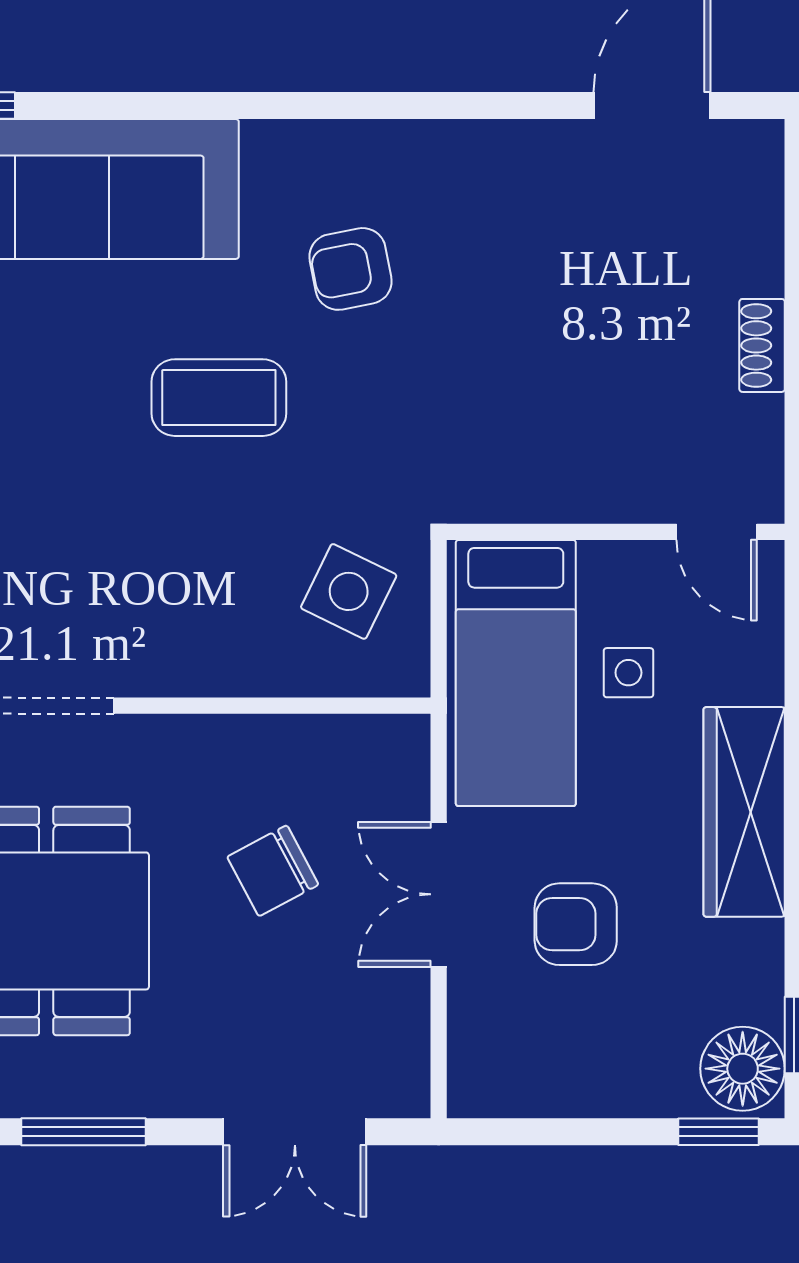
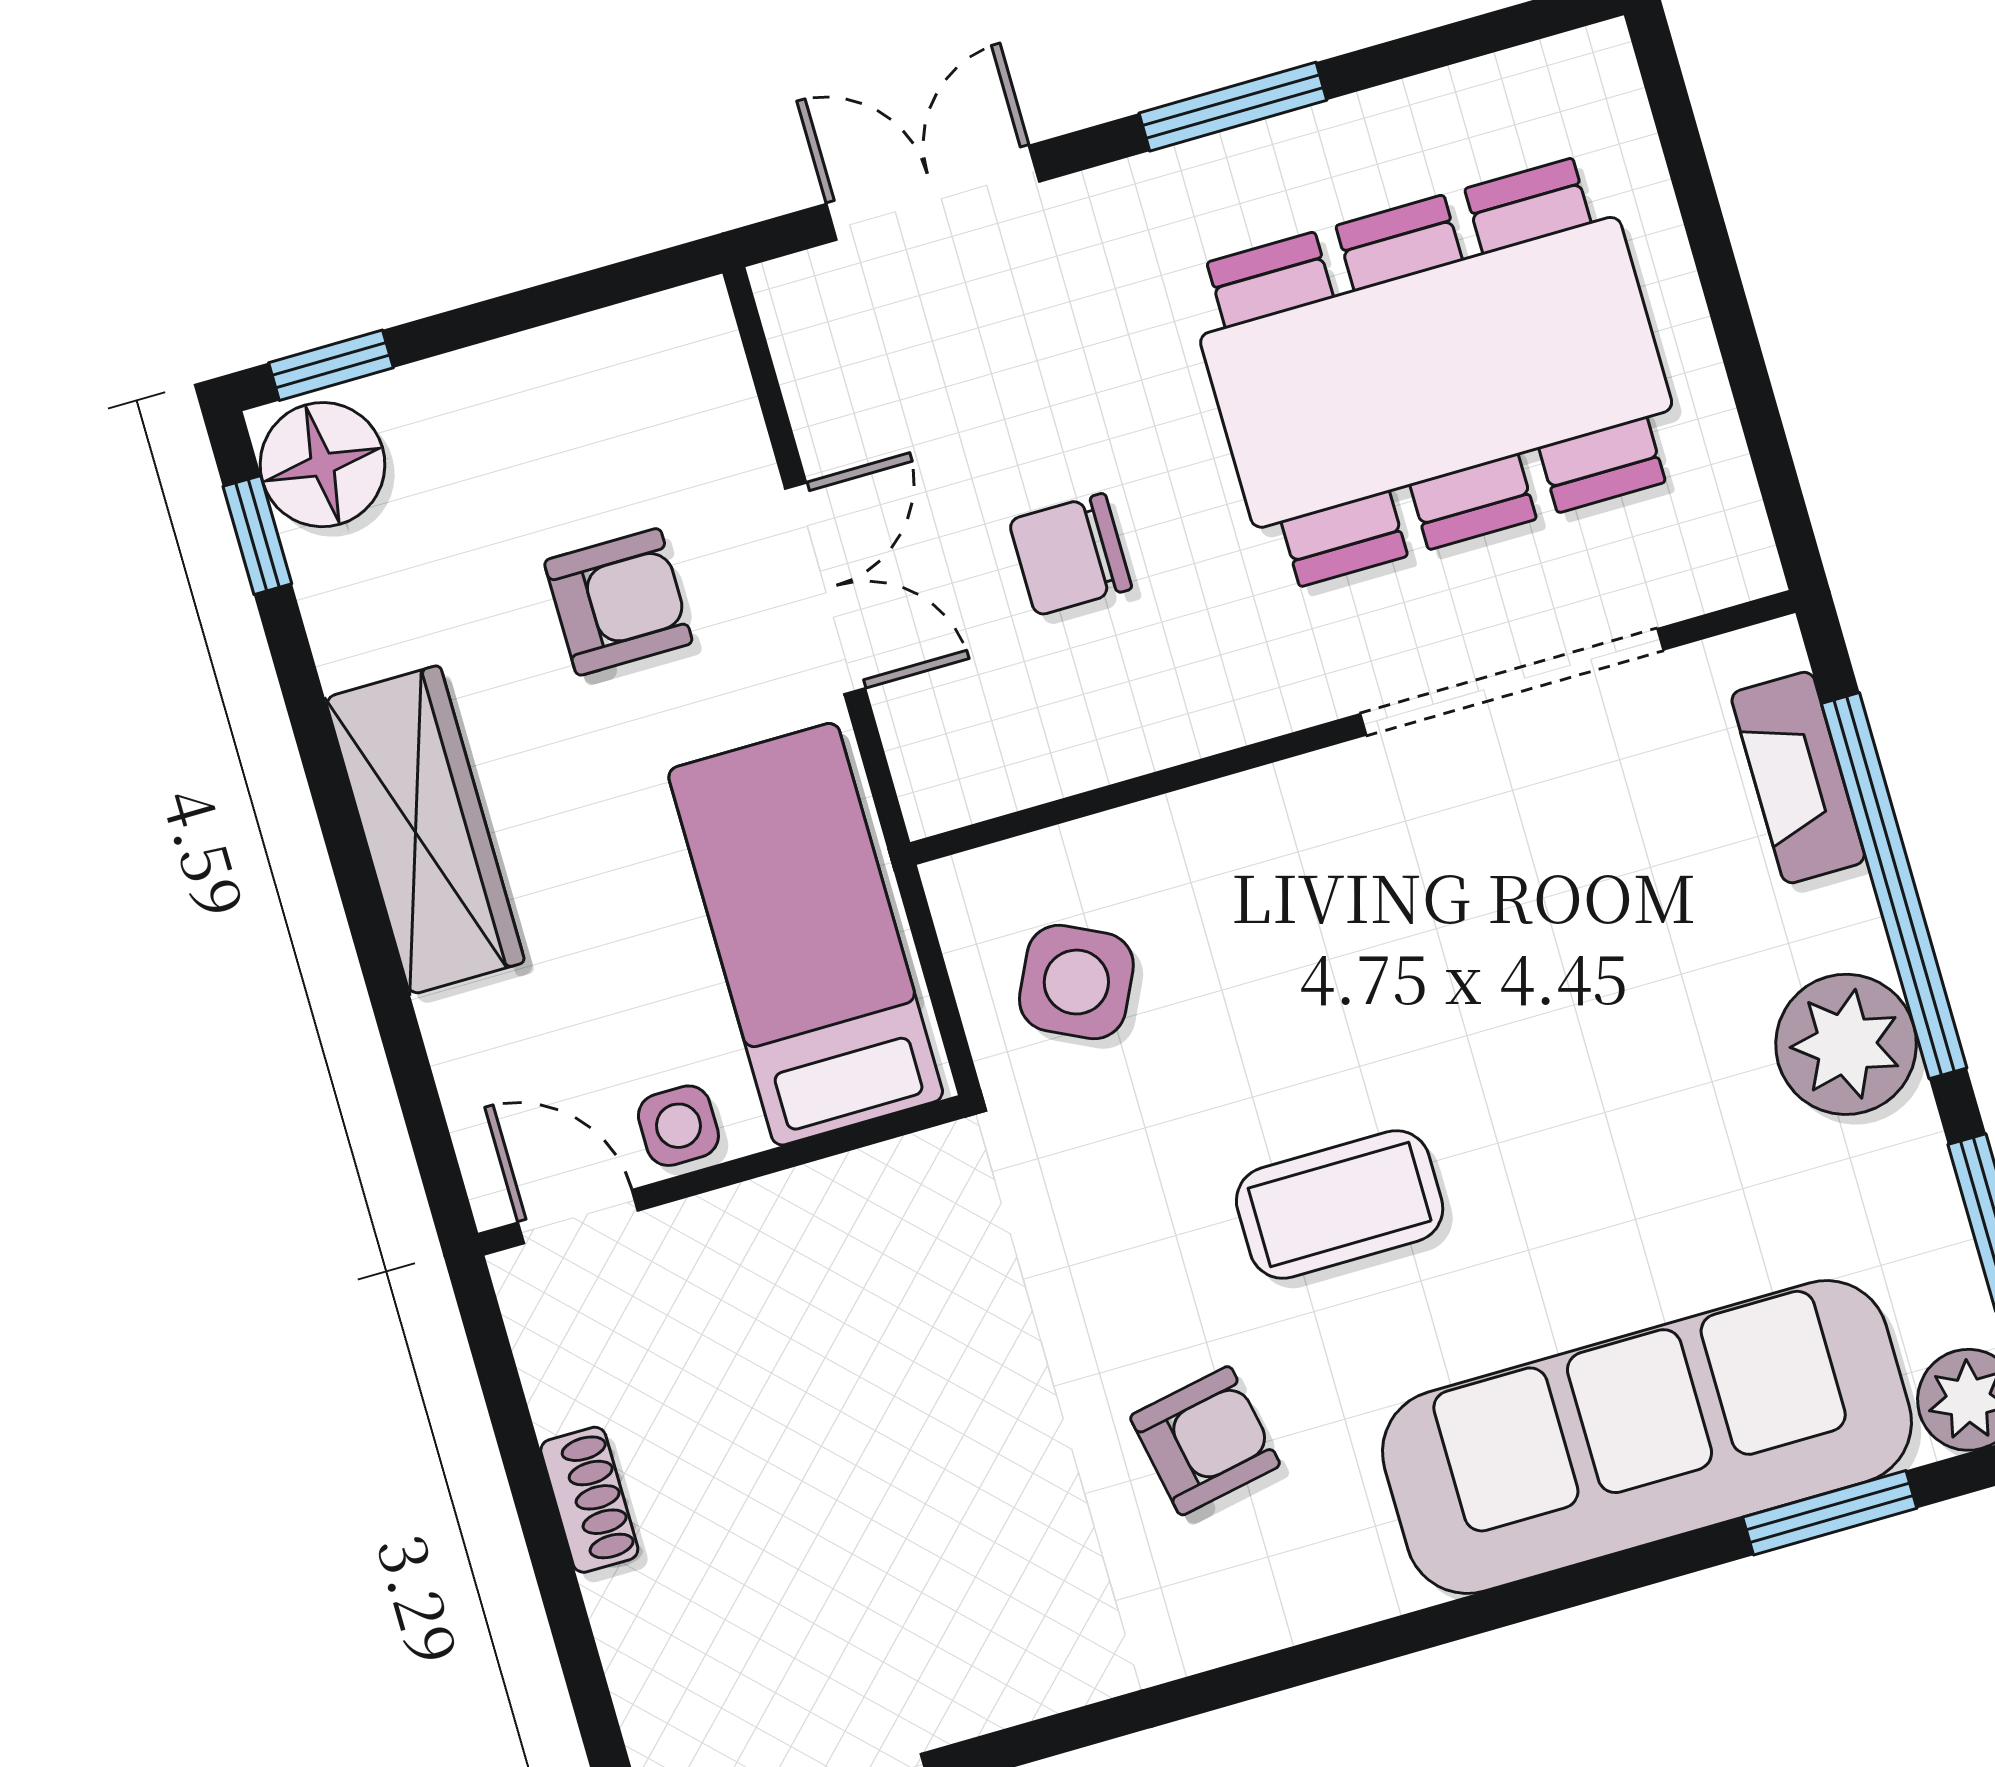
side table: (628, 673) -> (678, 1126), moved
chair: (273, 871) -> (1070, 555), turned -152

